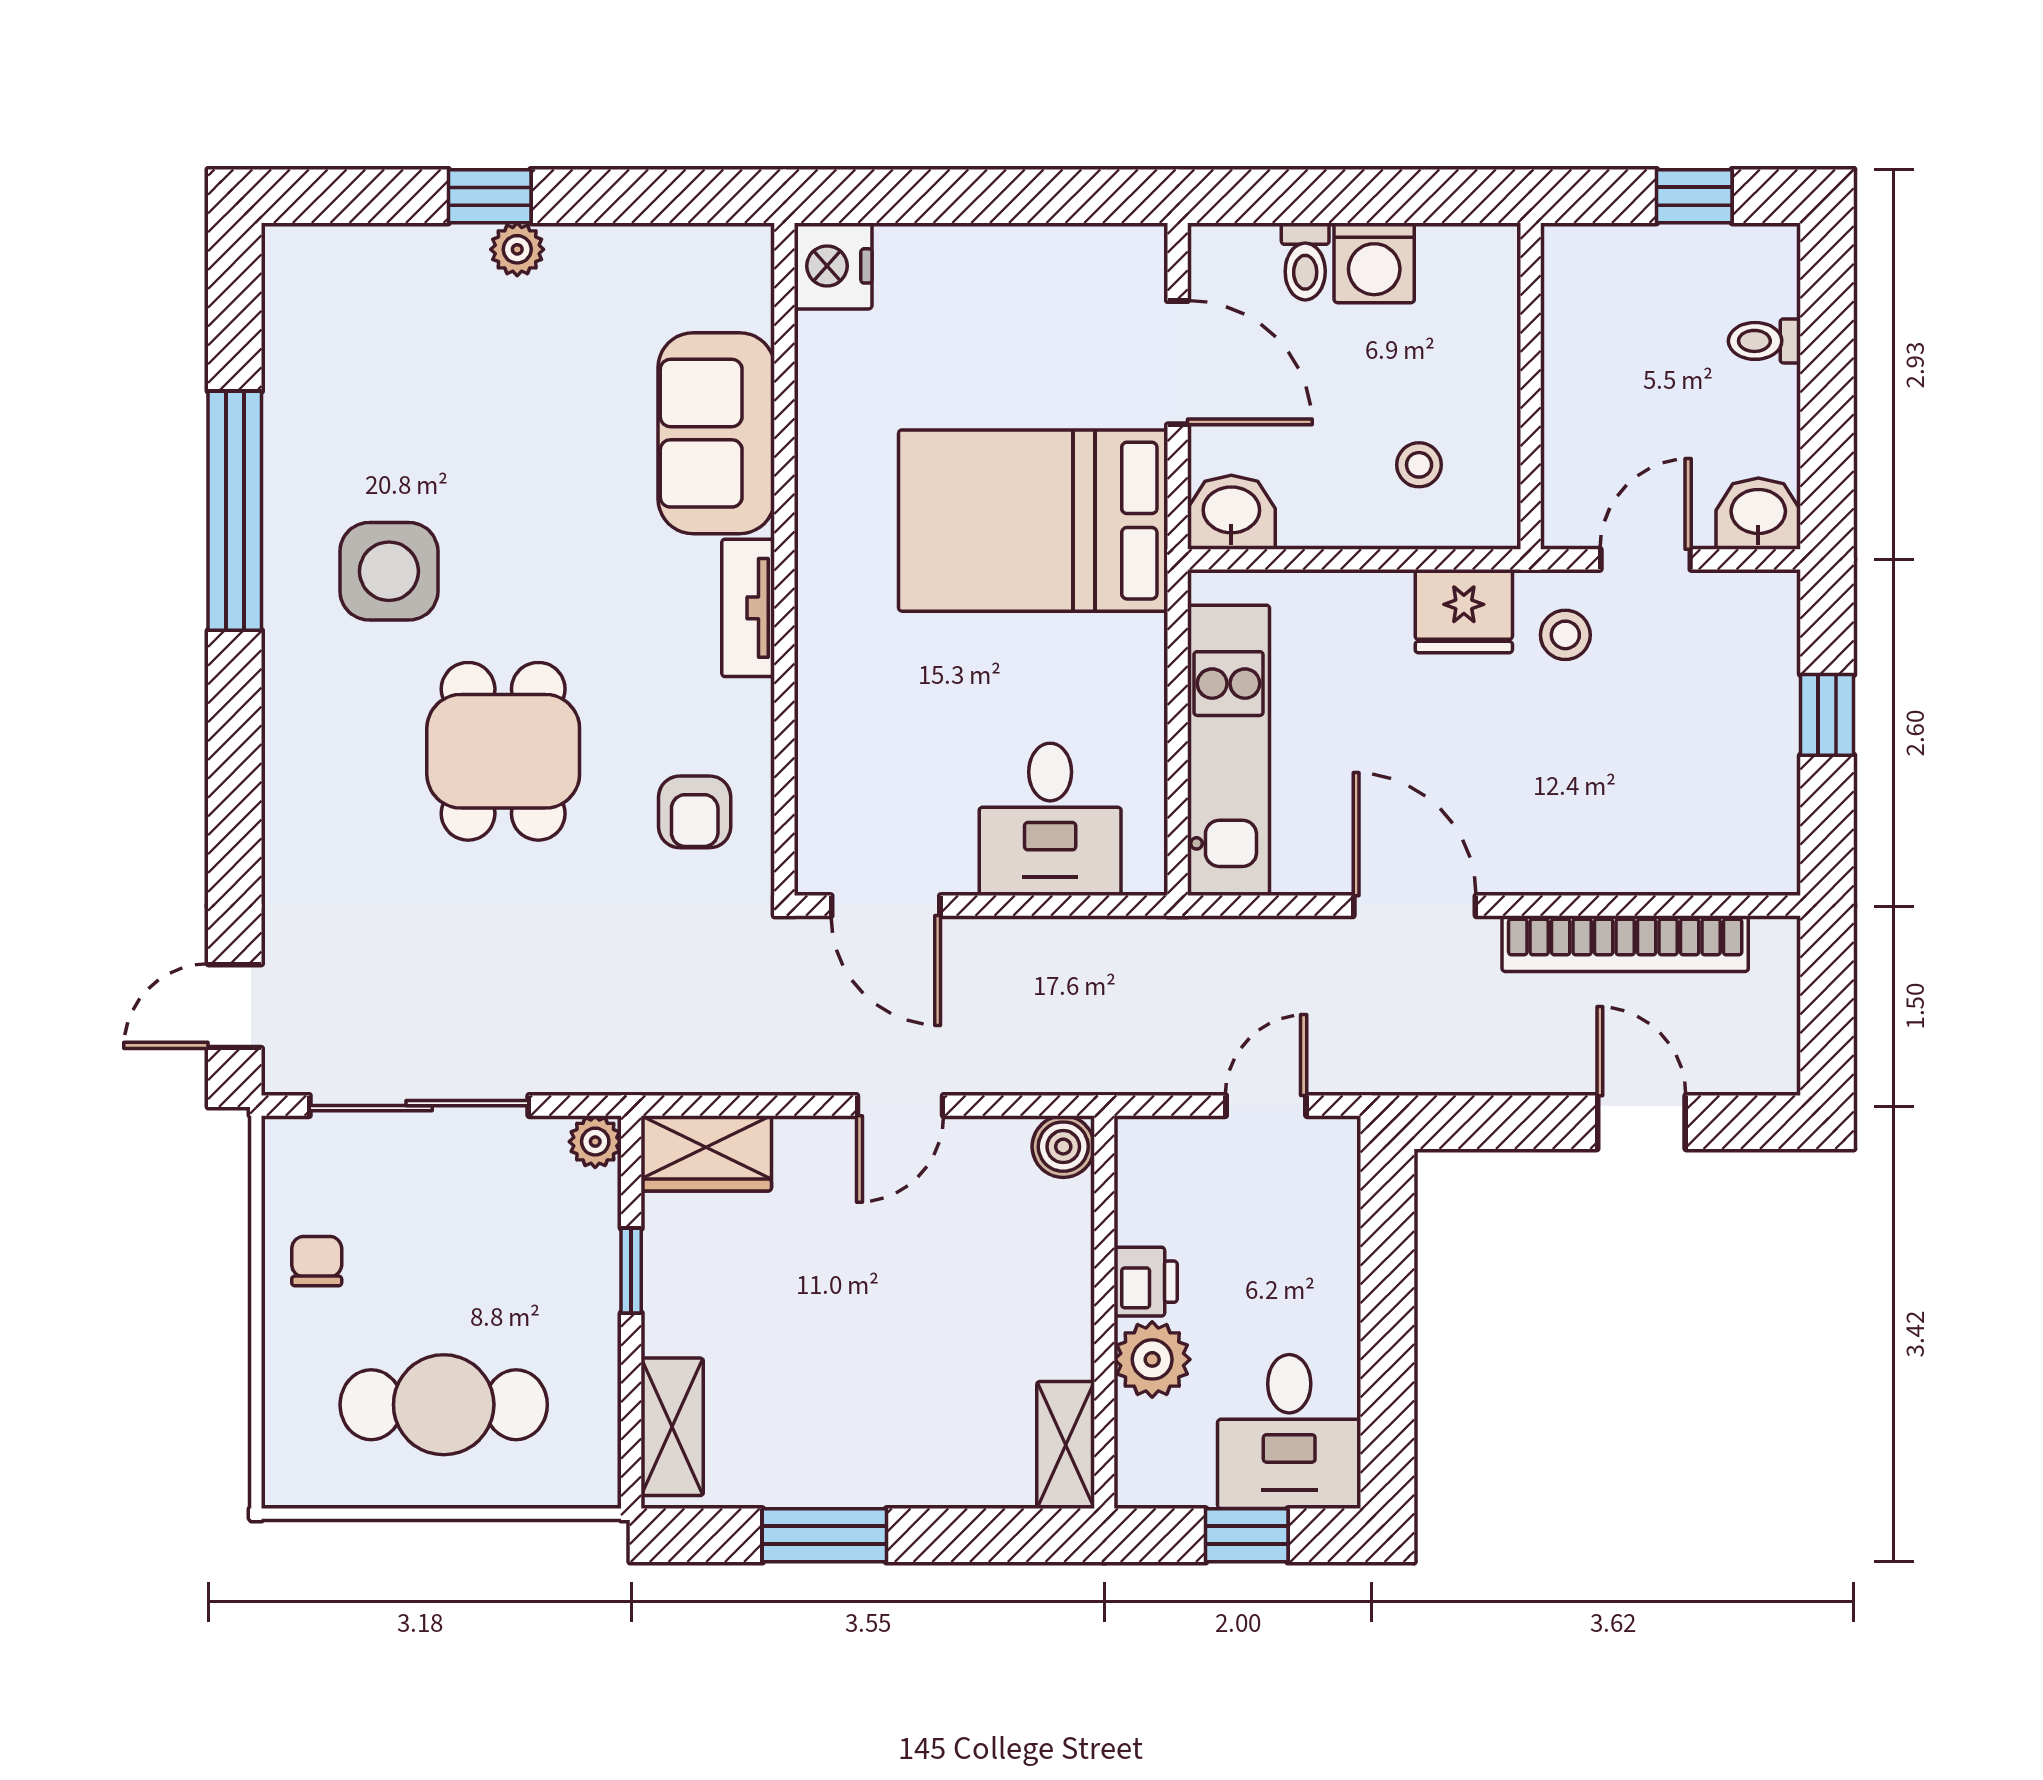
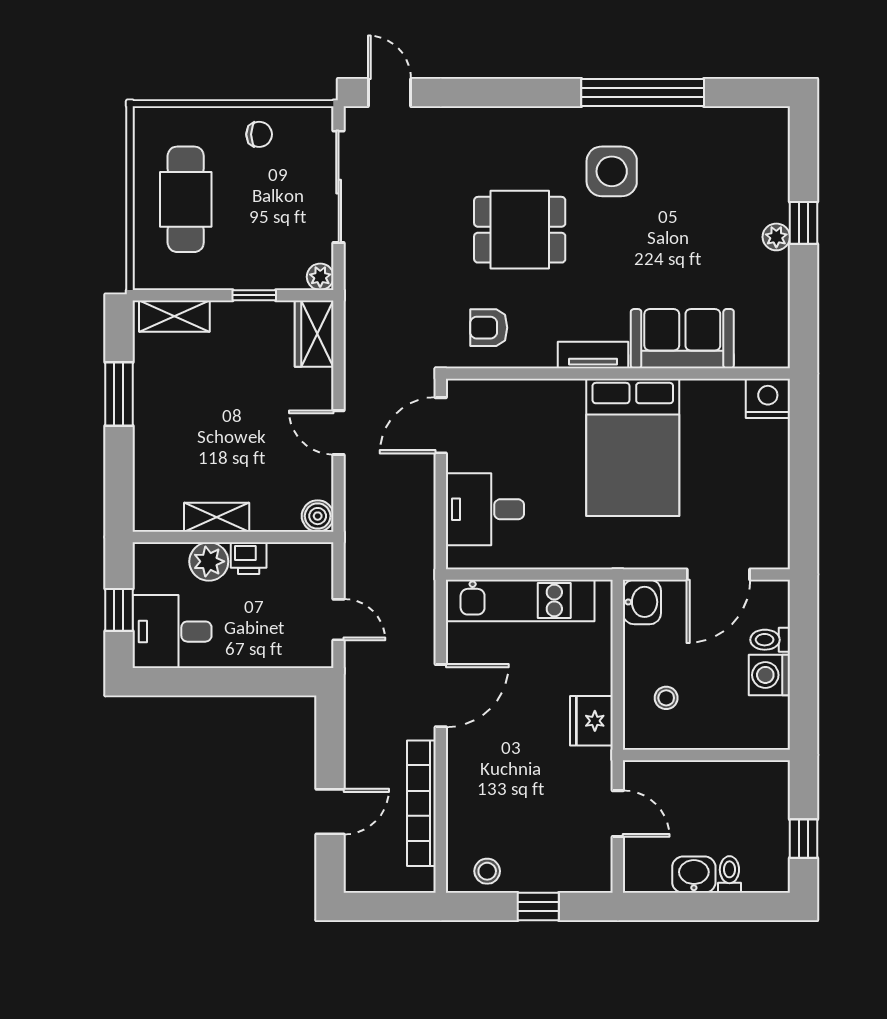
washbasin: (1758, 514) -> (694, 875), moved, turned -90
bed: (1033, 521) -> (633, 447), moved, turned 180
stool: (1565, 635) -> (487, 871), moved
shelving: (1066, 1445) -> (217, 517), moved

